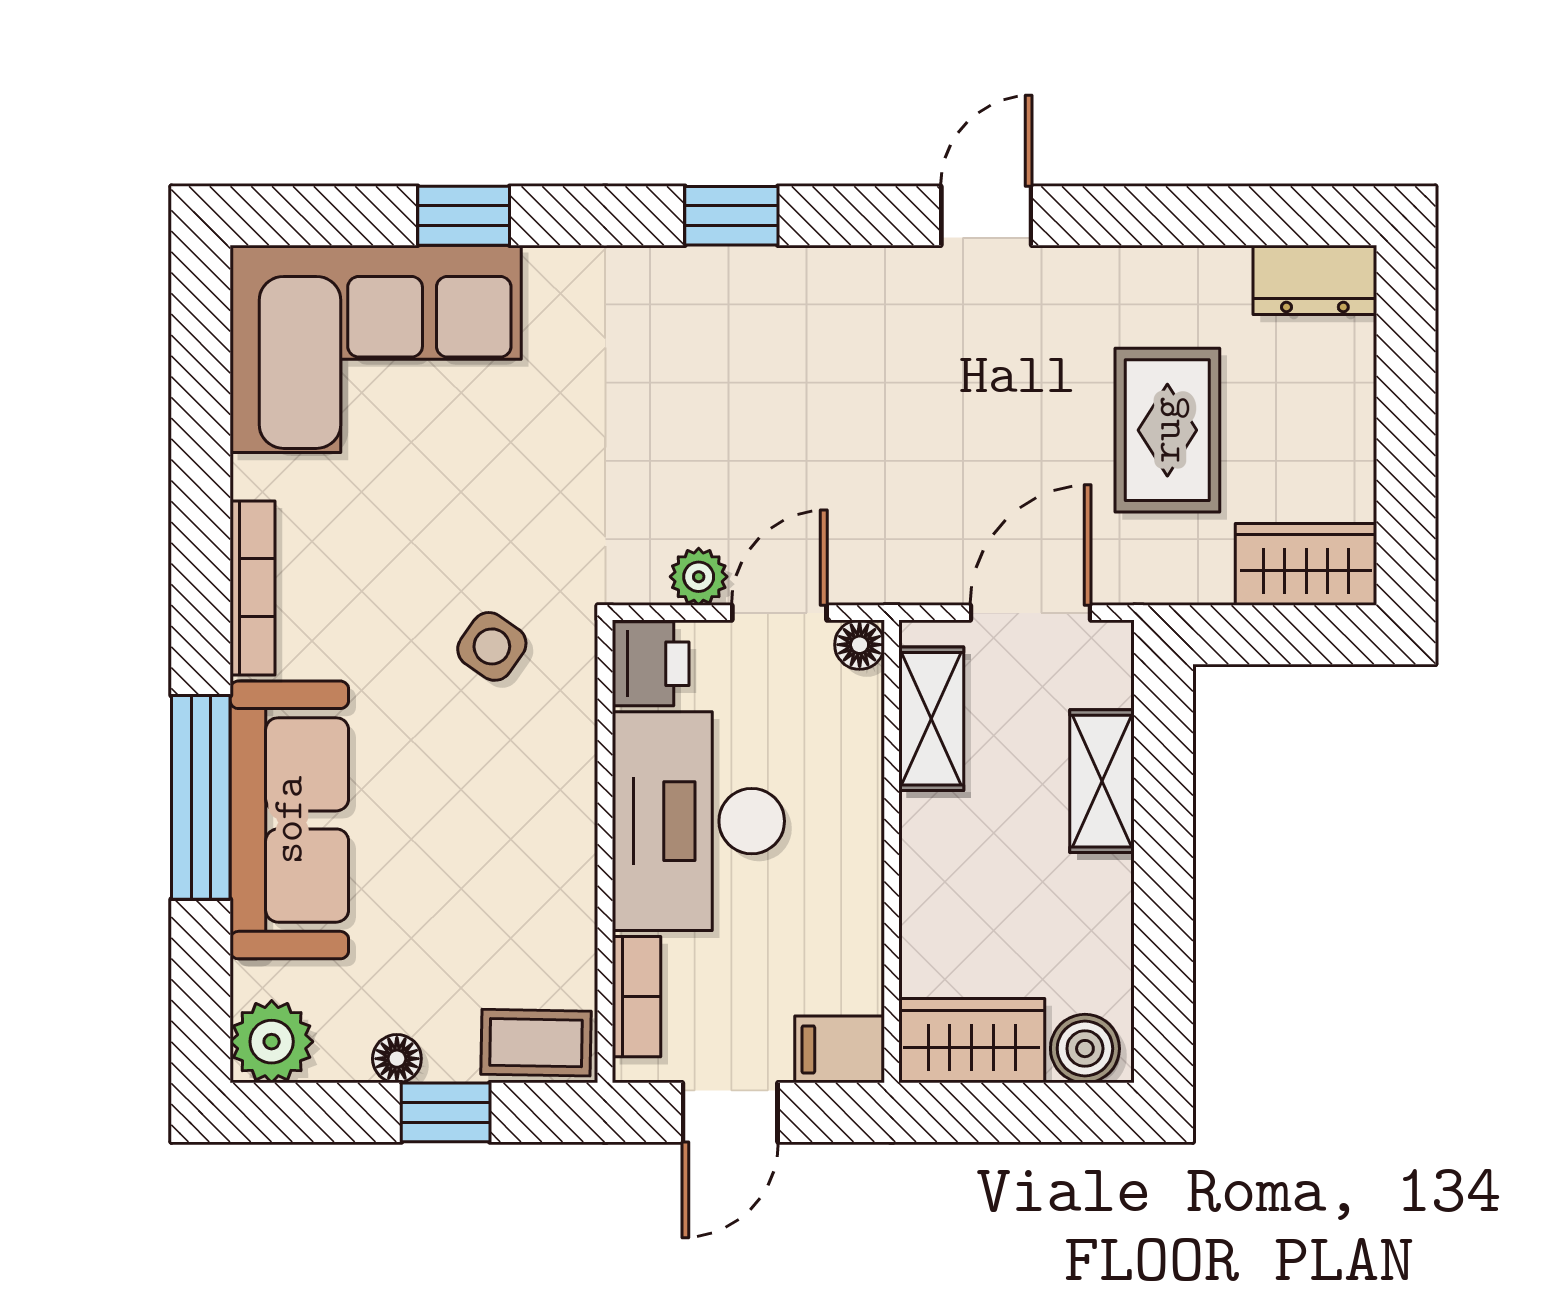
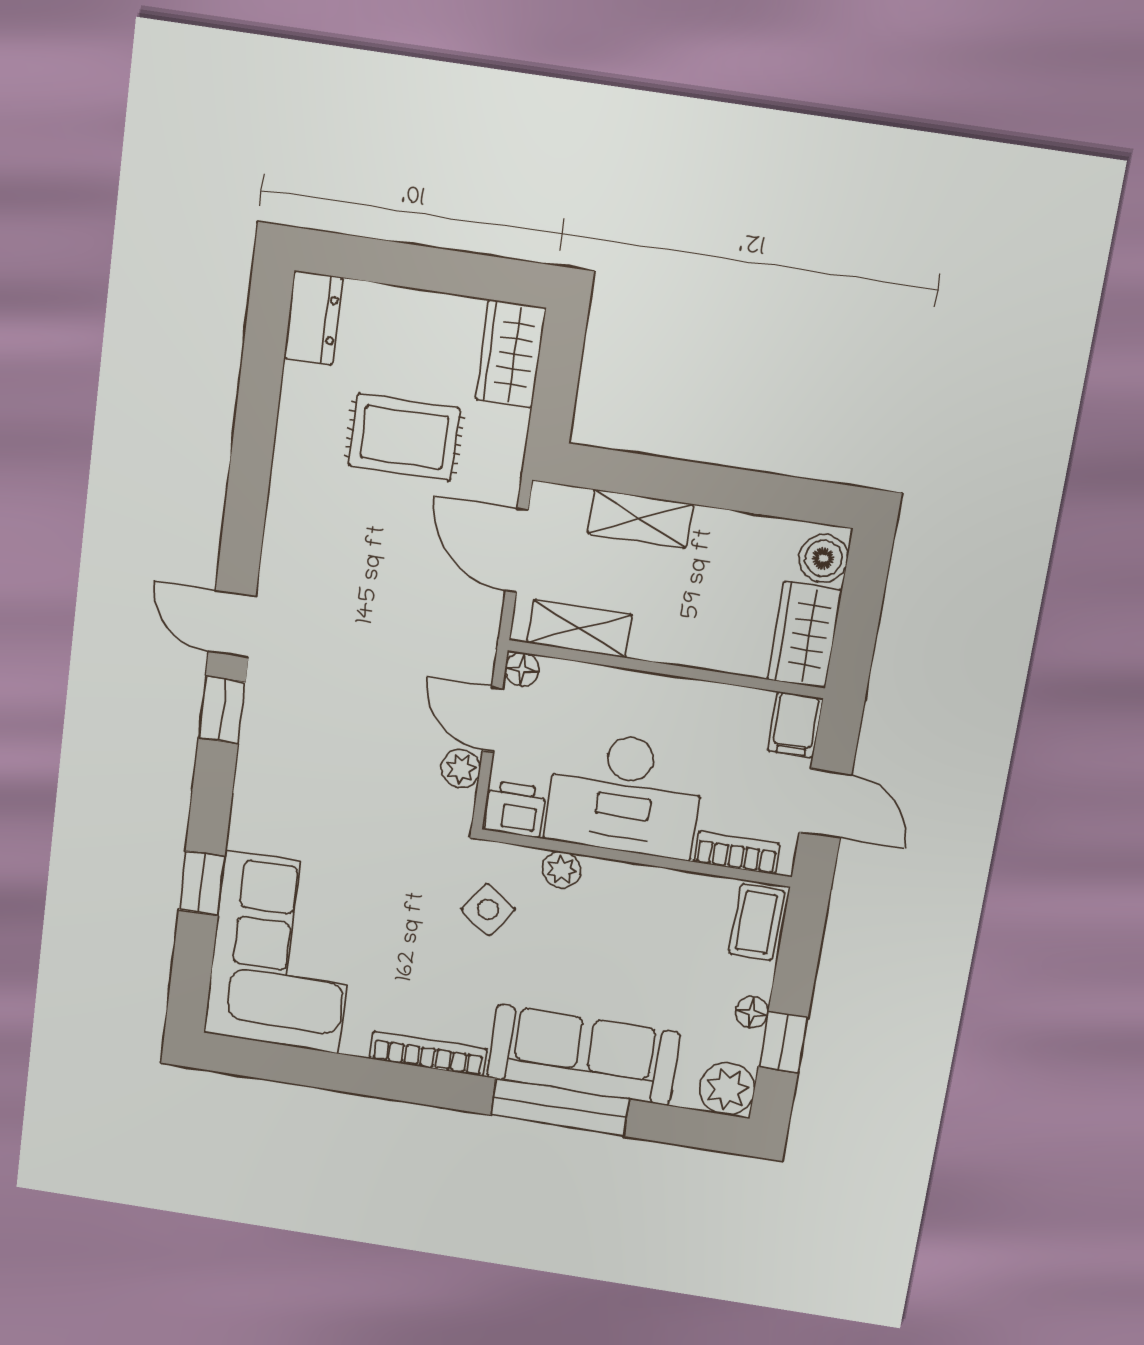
door: (986, 216) -> (232, 624), moved
plant: (570, 745) -> (561, 870), added
window: (446, 1112) -> (783, 1042), moved

